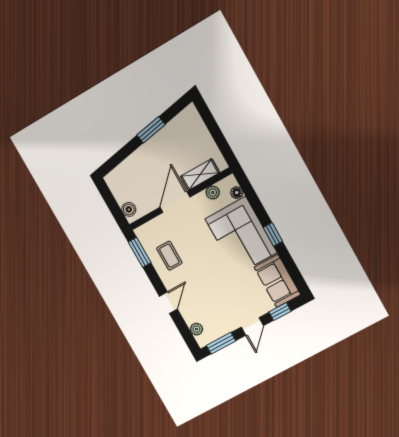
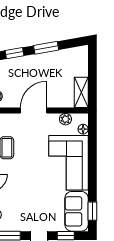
window: (122, 154) -> (14, 53), added
shelving: (200, 174) -> (81, 92), moved, turned 90
window: (273, 234) -> (92, 211), moved

